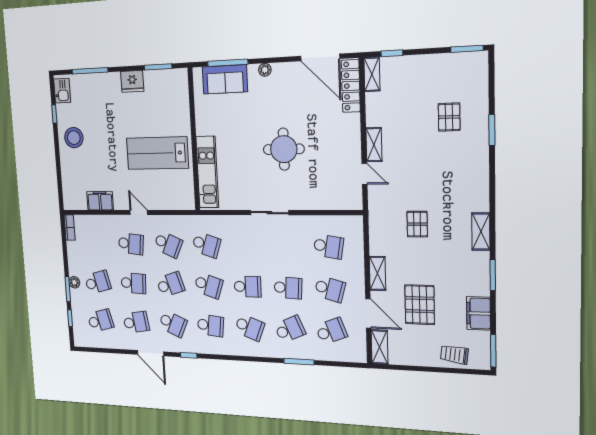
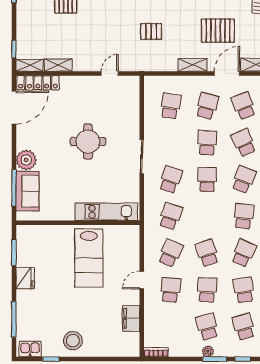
plant: (265, 70) -> (26, 160), width x1.88, depth x1.88
shelving: (374, 145) -> (58, 65), moved
school desk: (208, 285) -> (171, 179), moved

